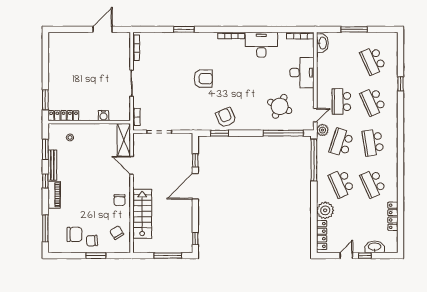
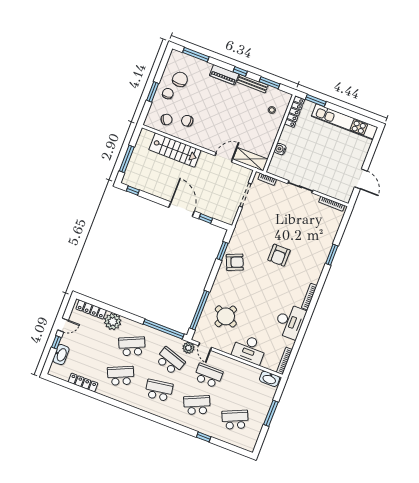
kitchen unit: (55, 65) -> (345, 122), added
chair: (119, 200) -> (187, 121), moved
chair: (74, 234) -> (180, 79), turned 180
door: (346, 256) -> (63, 325), hinge flipped

